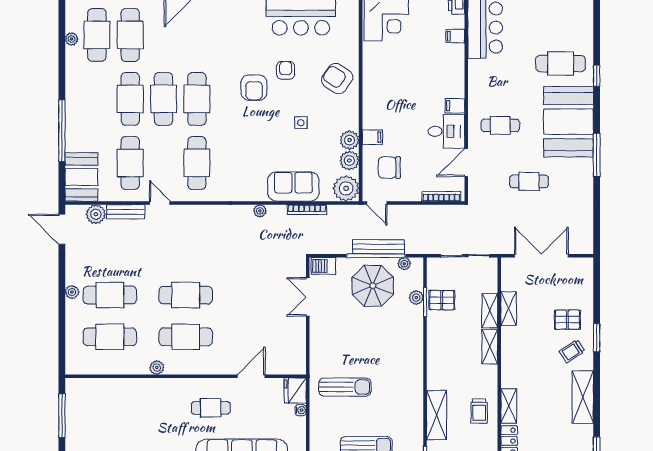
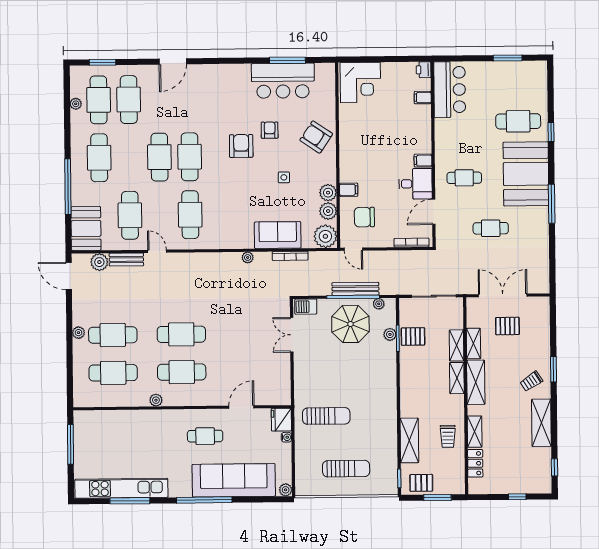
armchair: (254, 88) -> (241, 146), turned 180
cafe table: (130, 99) -> (99, 158), moved
pallet: (567, 320) -> (507, 326), moved
shelving: (511, 352) -> (476, 382), added

